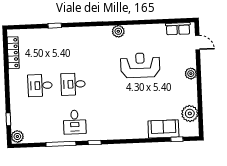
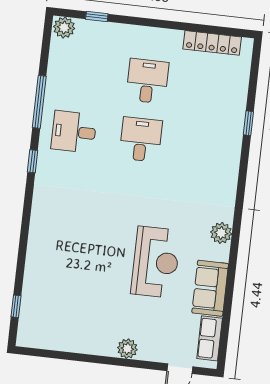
plant: (190, 113) -> (58, 336), removed
sofa: (163, 129) -> (210, 288), moved, turned 180

